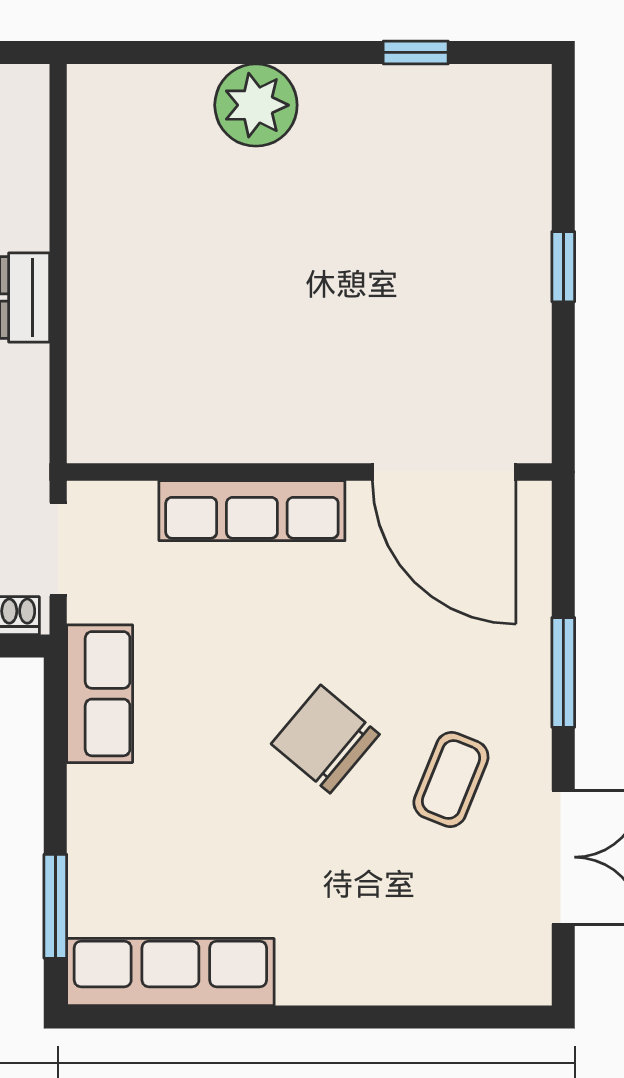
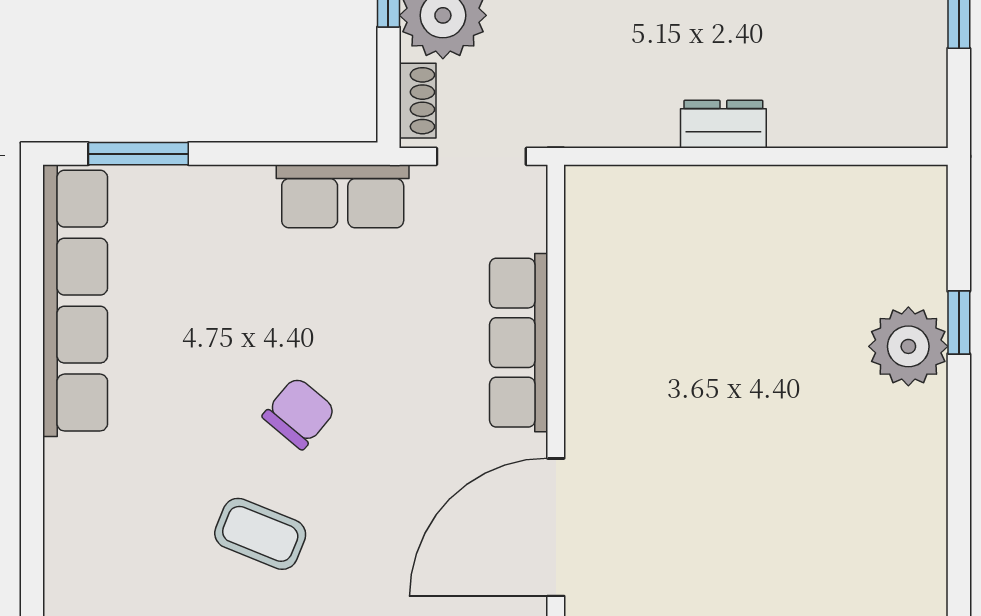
window: (416, 52) -> (959, 322), moved
chair: (325, 739) -> (299, 413), width x0.73, depth x0.73
row of seats: (170, 972) -> (75, 301), width x1.36

